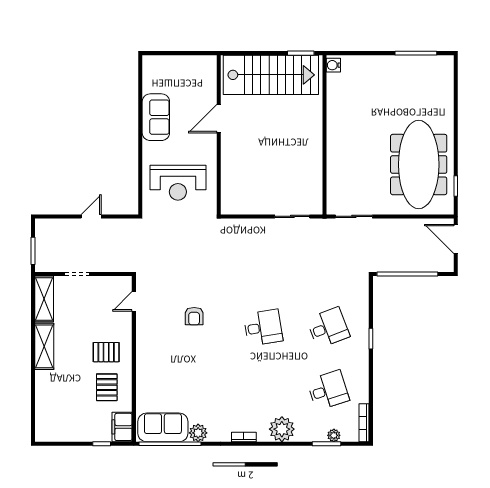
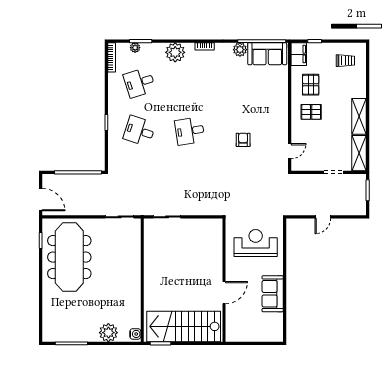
plant: (368, 67) -> (108, 333), added
desk: (328, 328) -> (139, 131), turned 39
trolley: (62, 418) -> (345, 61), added

